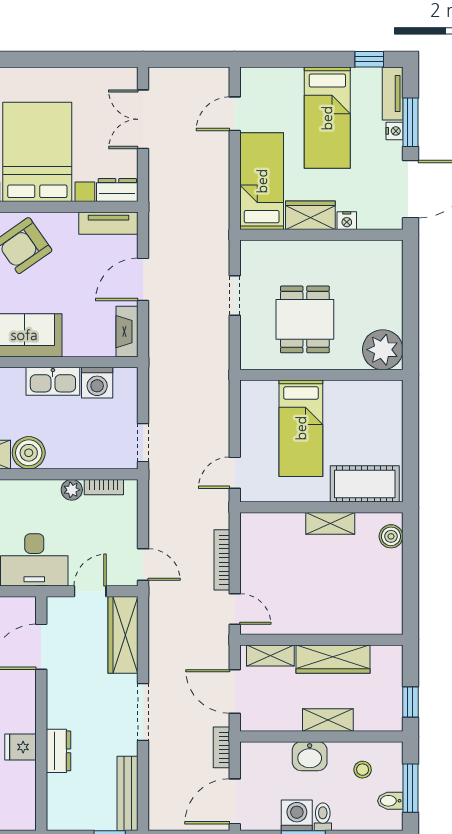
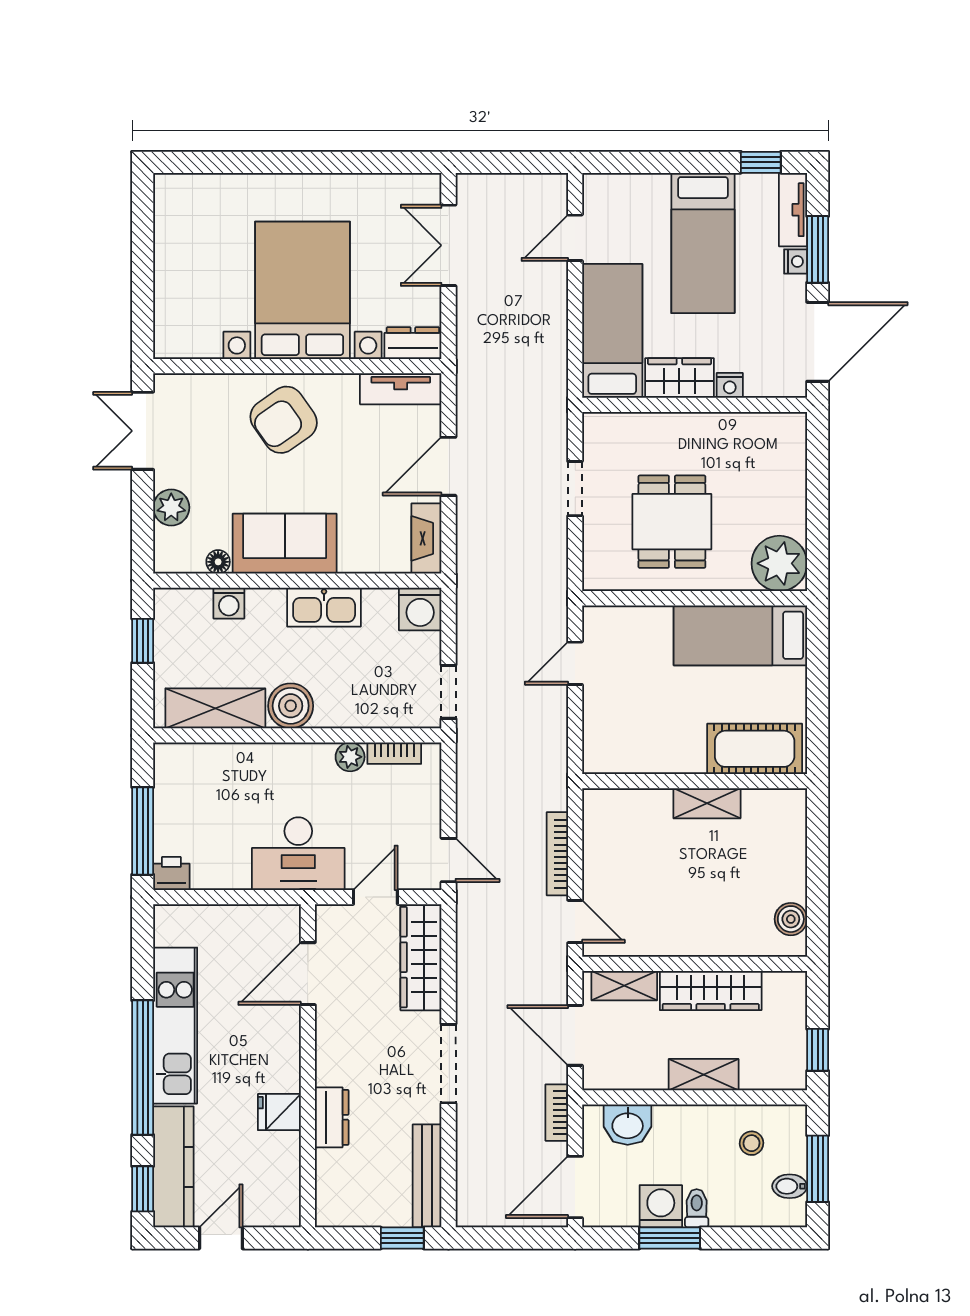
washing machine: (97, 383) -> (420, 609), moved
bed: (301, 428) -> (740, 635), moved, turned 90
door: (235, 473) -> (575, 663), moved
boiler: (391, 536) -> (791, 919), moved
washbasin: (310, 756) -> (628, 1125), moved

